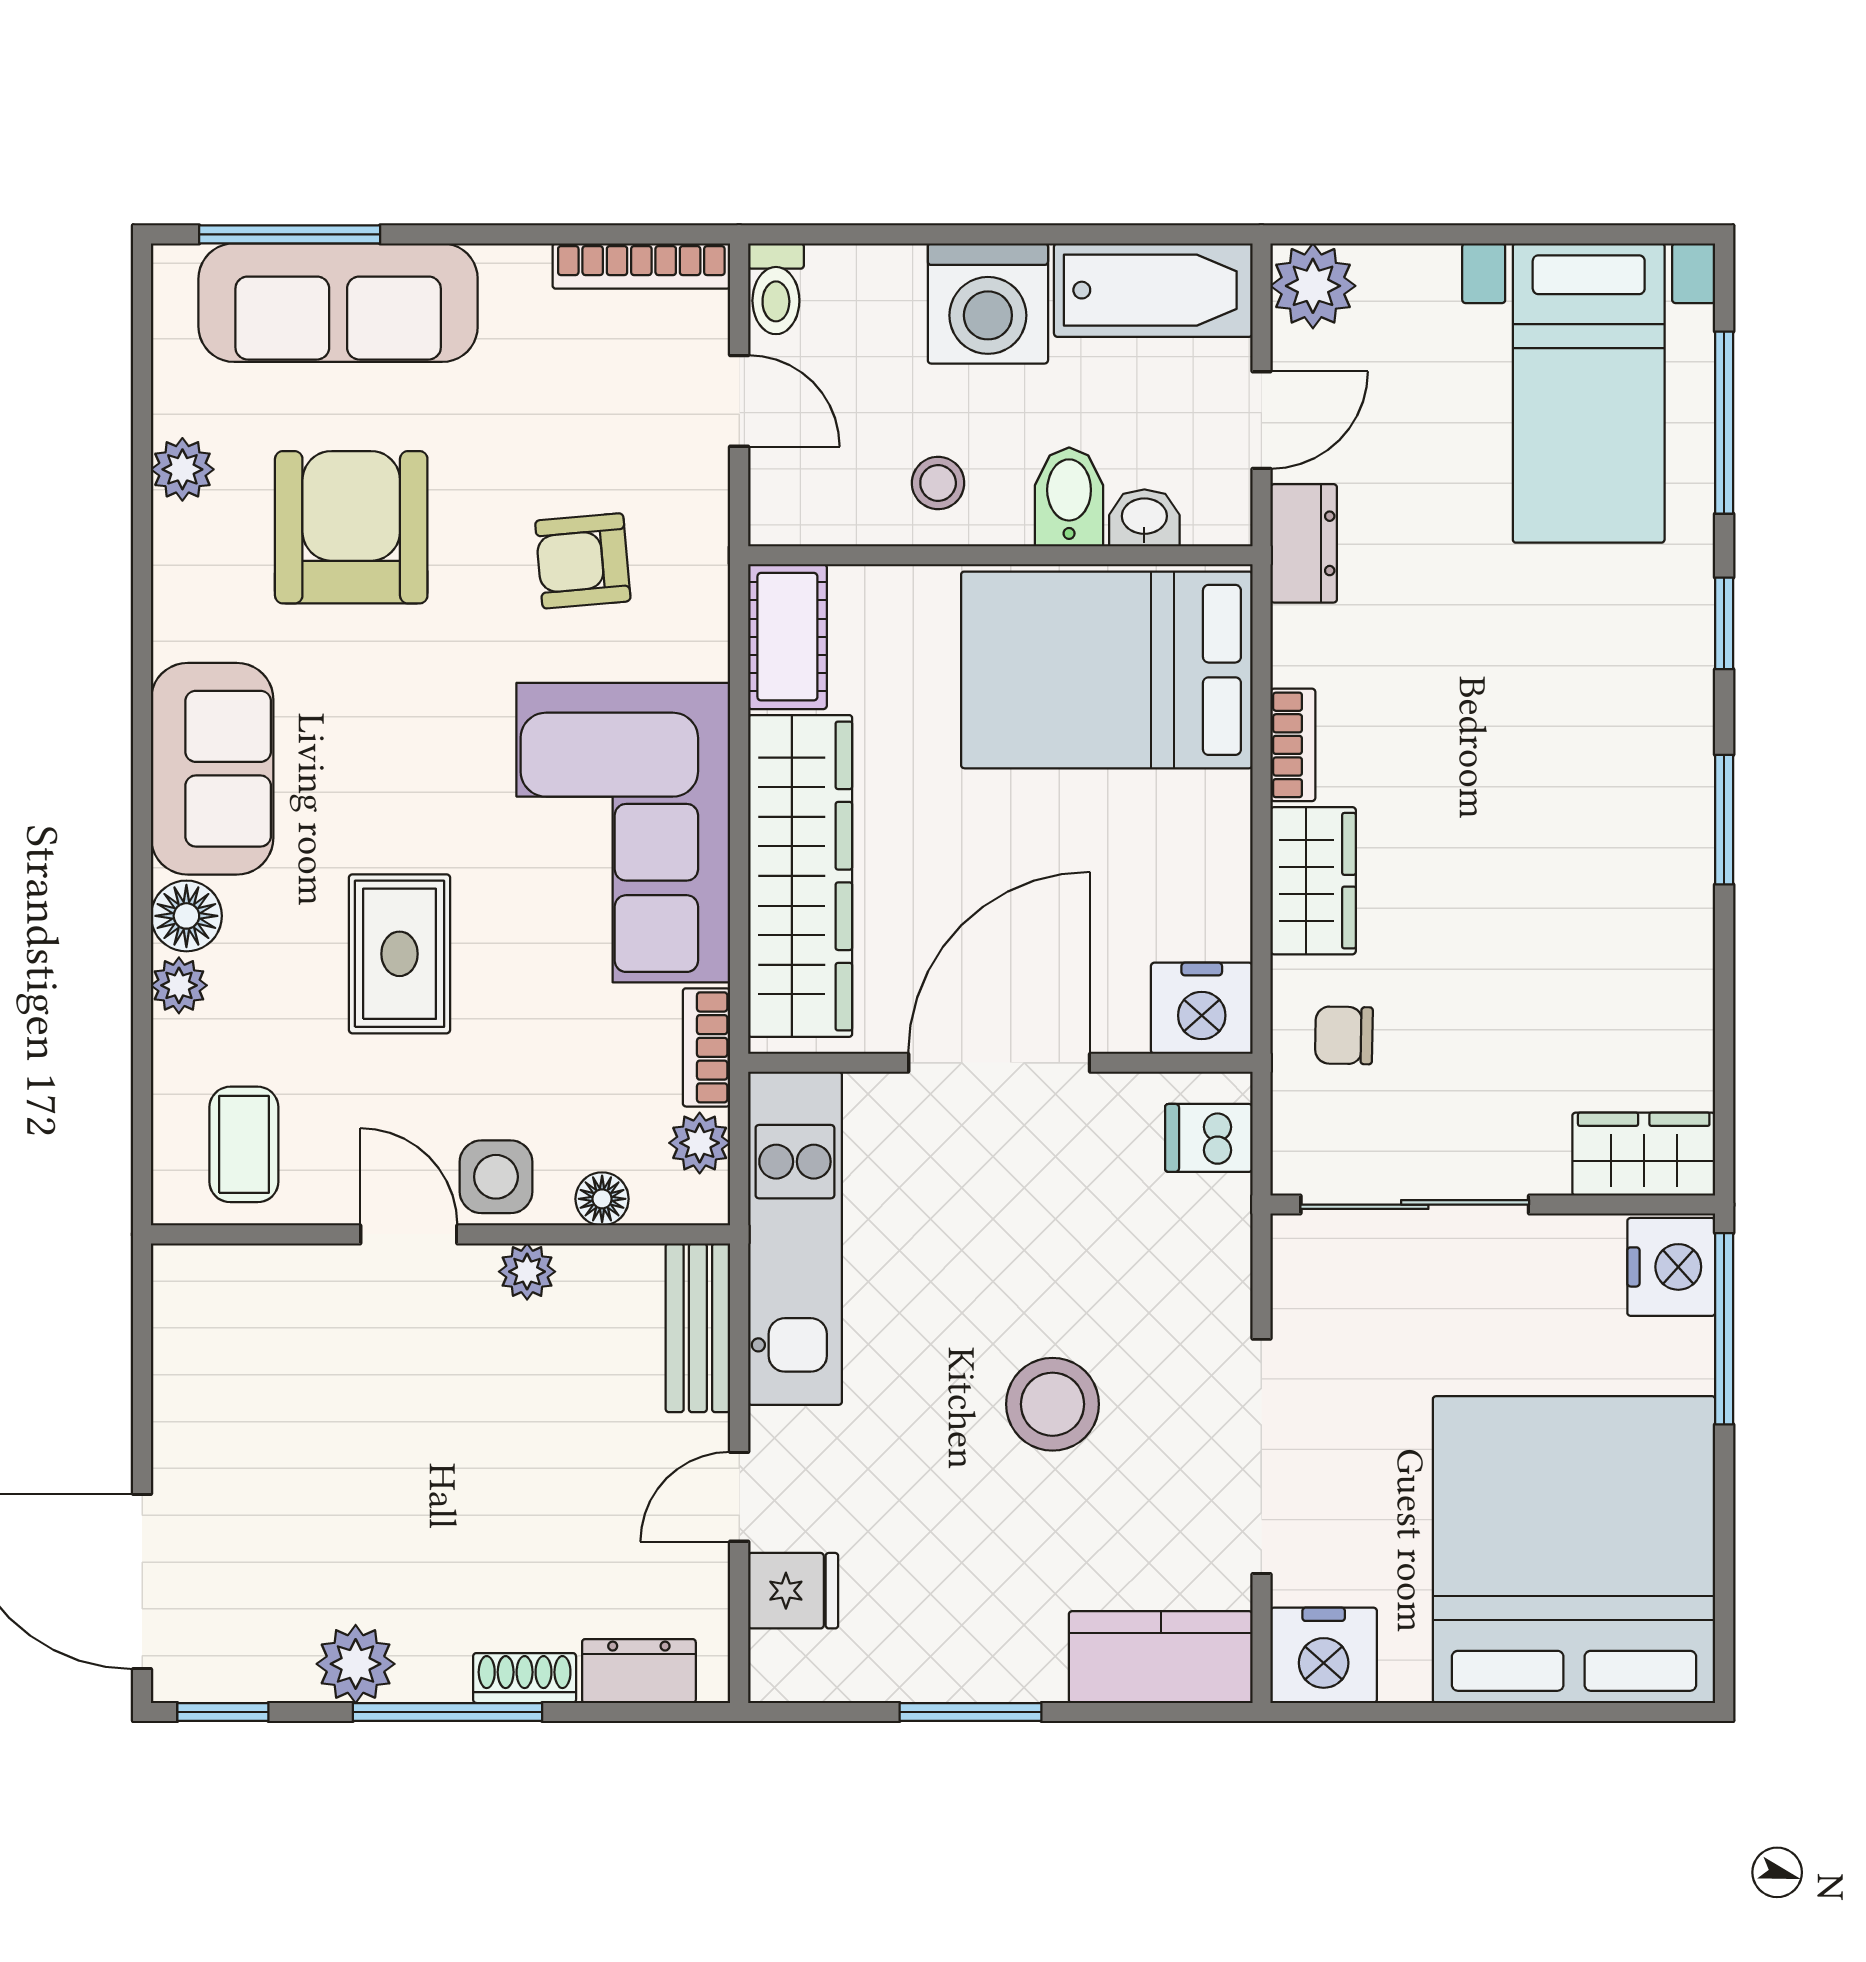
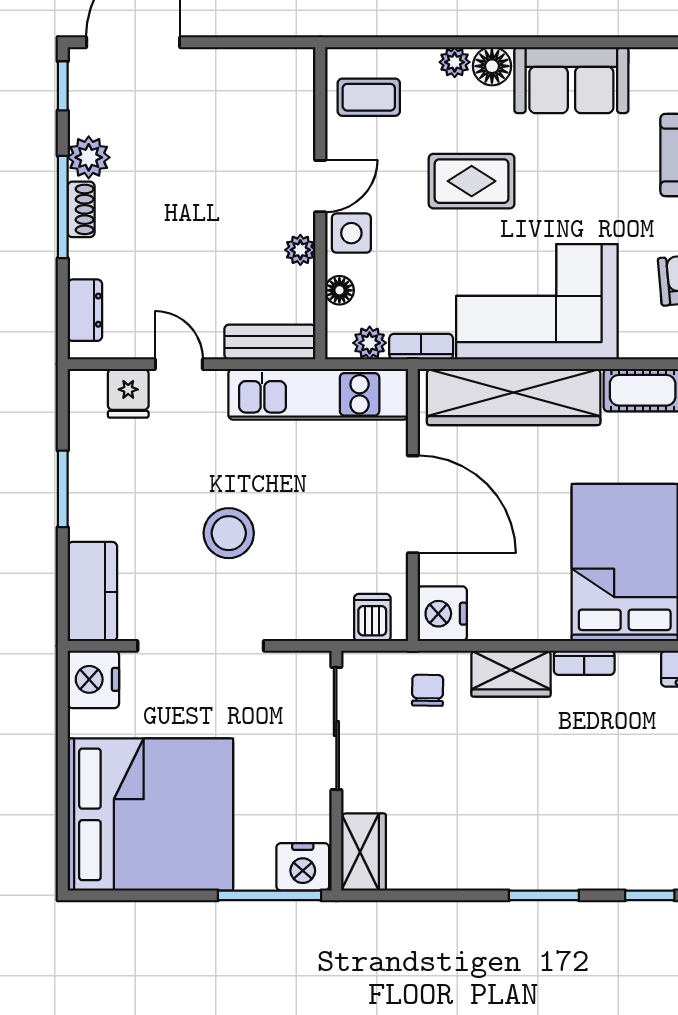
shoe rack: (525, 1678) -> (81, 209), moved

